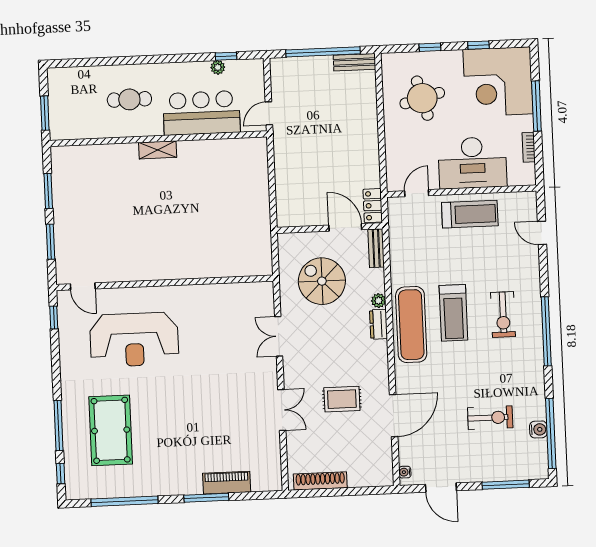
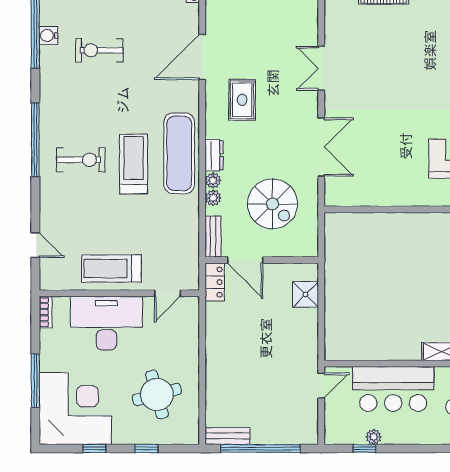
bookcase: (529, 147) -> (46, 312), moved
shower: (287, 198) -> (305, 294), added
plant: (378, 284) -> (213, 198), added
exercise bike: (503, 315) -> (81, 160), turned 90
double door: (279, 336) -> (321, 147), width x1.37
rug: (342, 399) -> (242, 100), moved, turned 90

